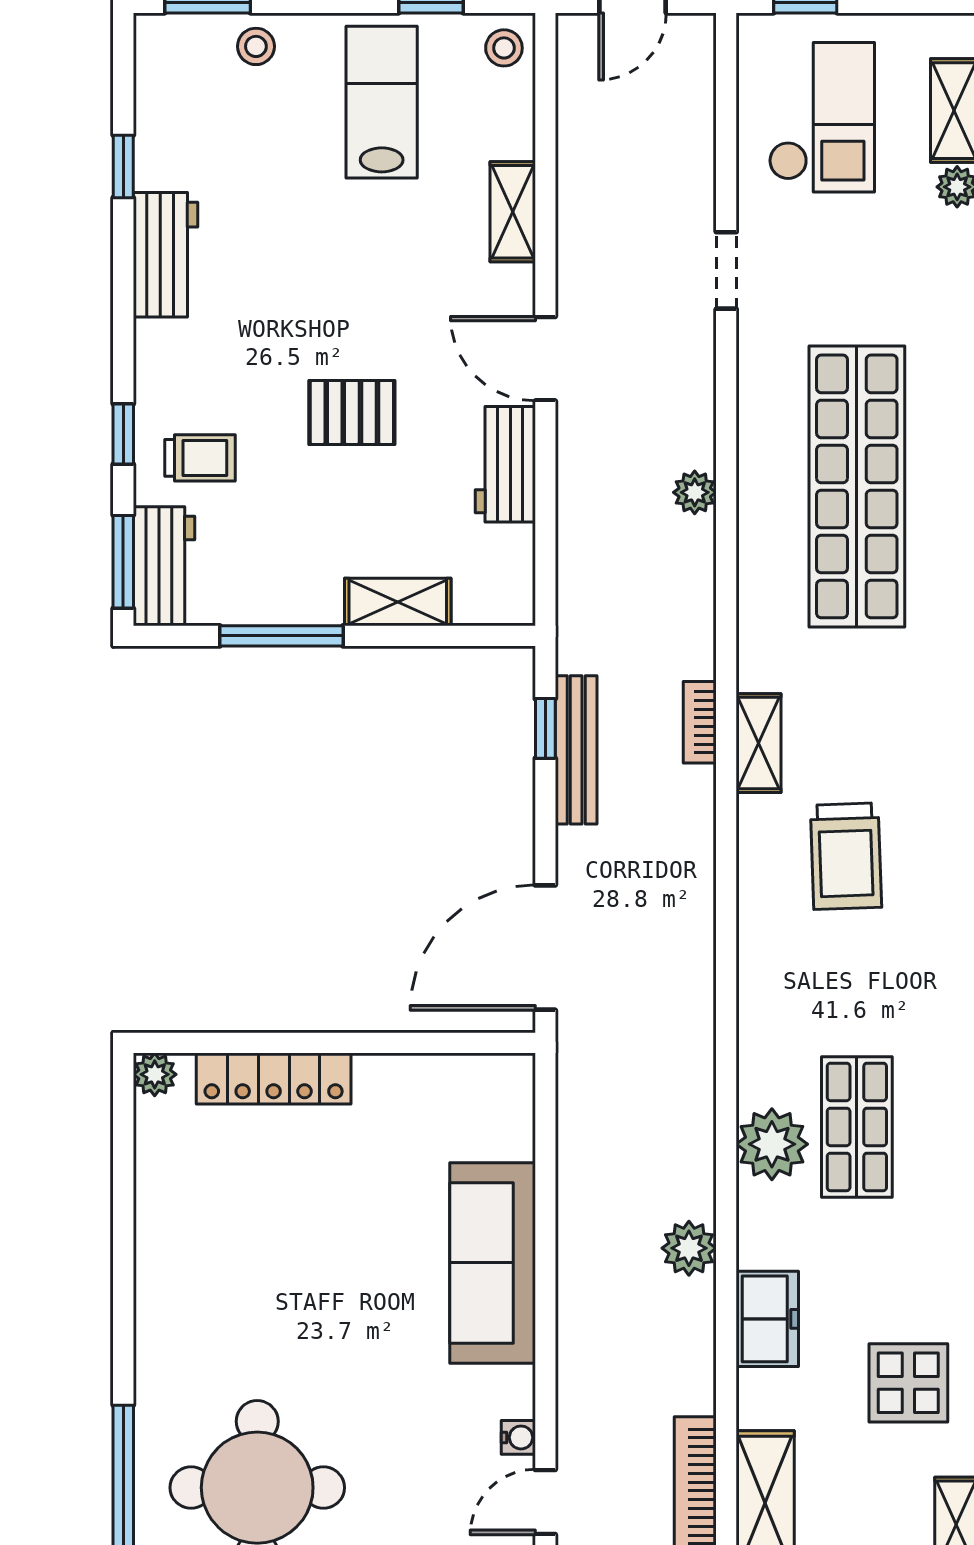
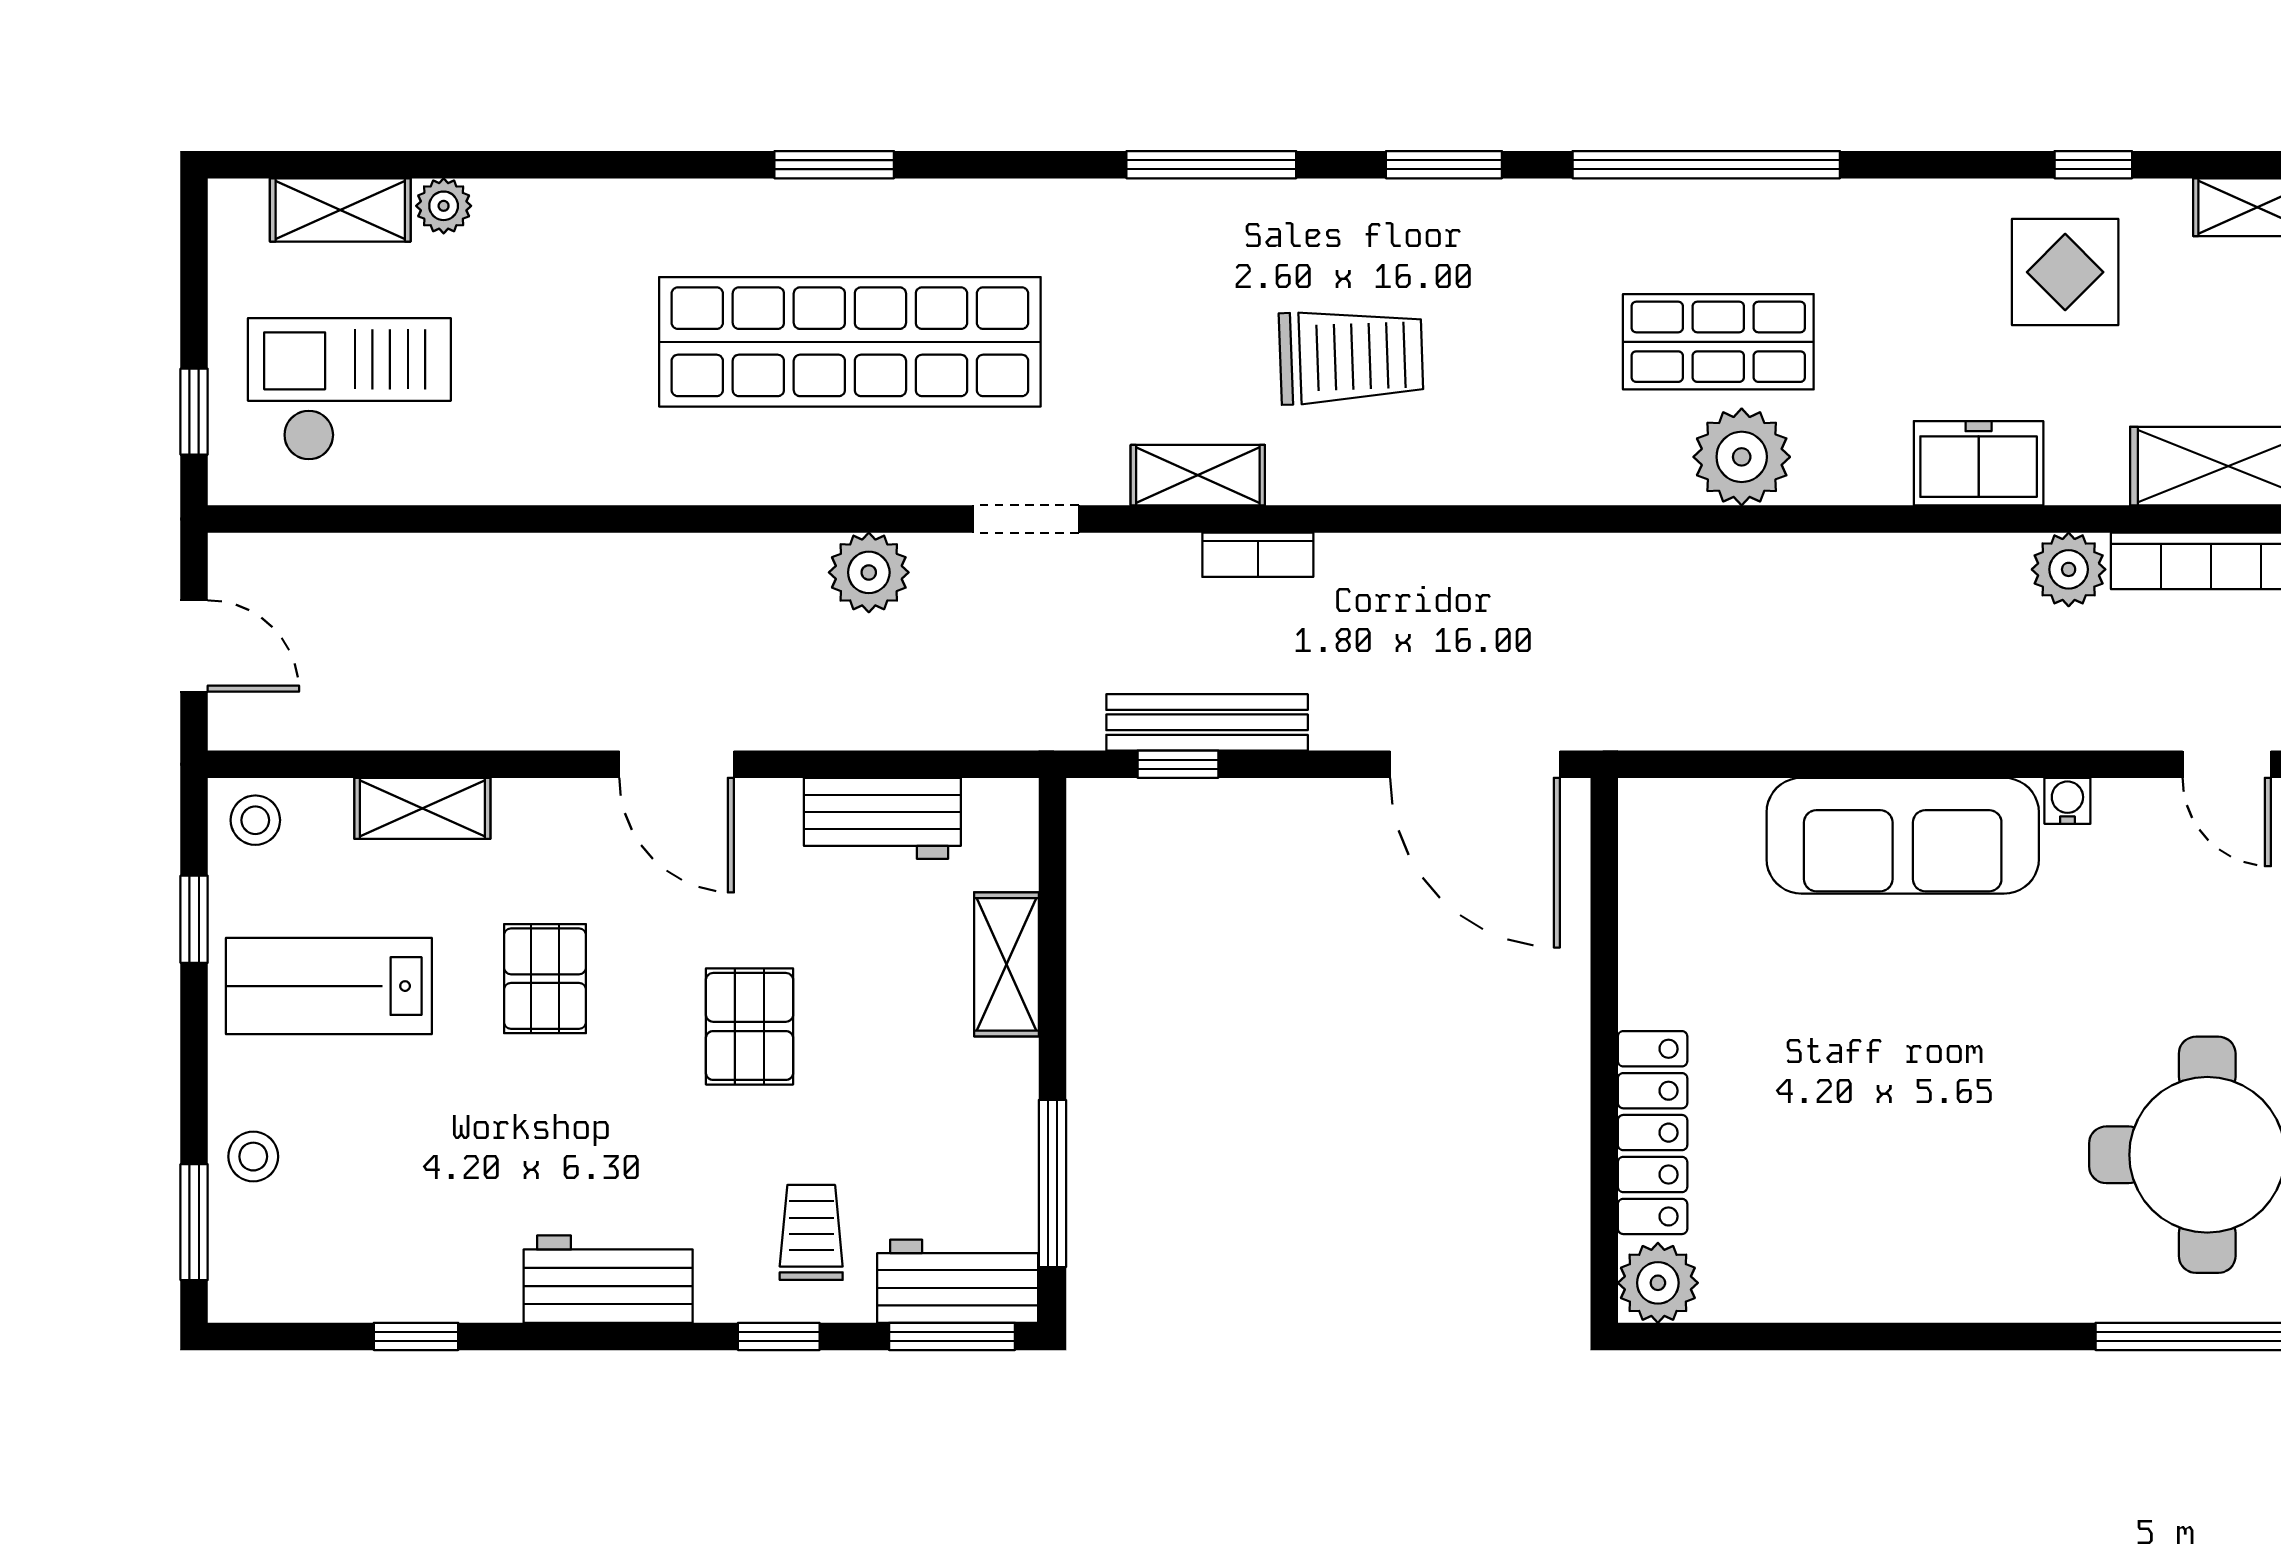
shelving: (513, 212) -> (422, 808), moved
workbench: (165, 255) -> (608, 1279), moved
pallet: (387, 262) -> (545, 979), added
doorway: (726, 270) -> (1026, 519), moved
door: (545, 359) -> (677, 764), hinge flipped
workbench: (505, 464) -> (882, 818), moved
plant: (695, 492) -> (869, 572), width x1.38, depth x1.38
window: (281, 636) -> (1052, 1184), moved
bookcase: (700, 722) -> (1258, 555), moved
plant: (155, 1074) -> (1658, 1283), width x1.38, depth x1.38
plant: (689, 1248) -> (2069, 569), moved
water cooler: (518, 1437) -> (2067, 801), moved

